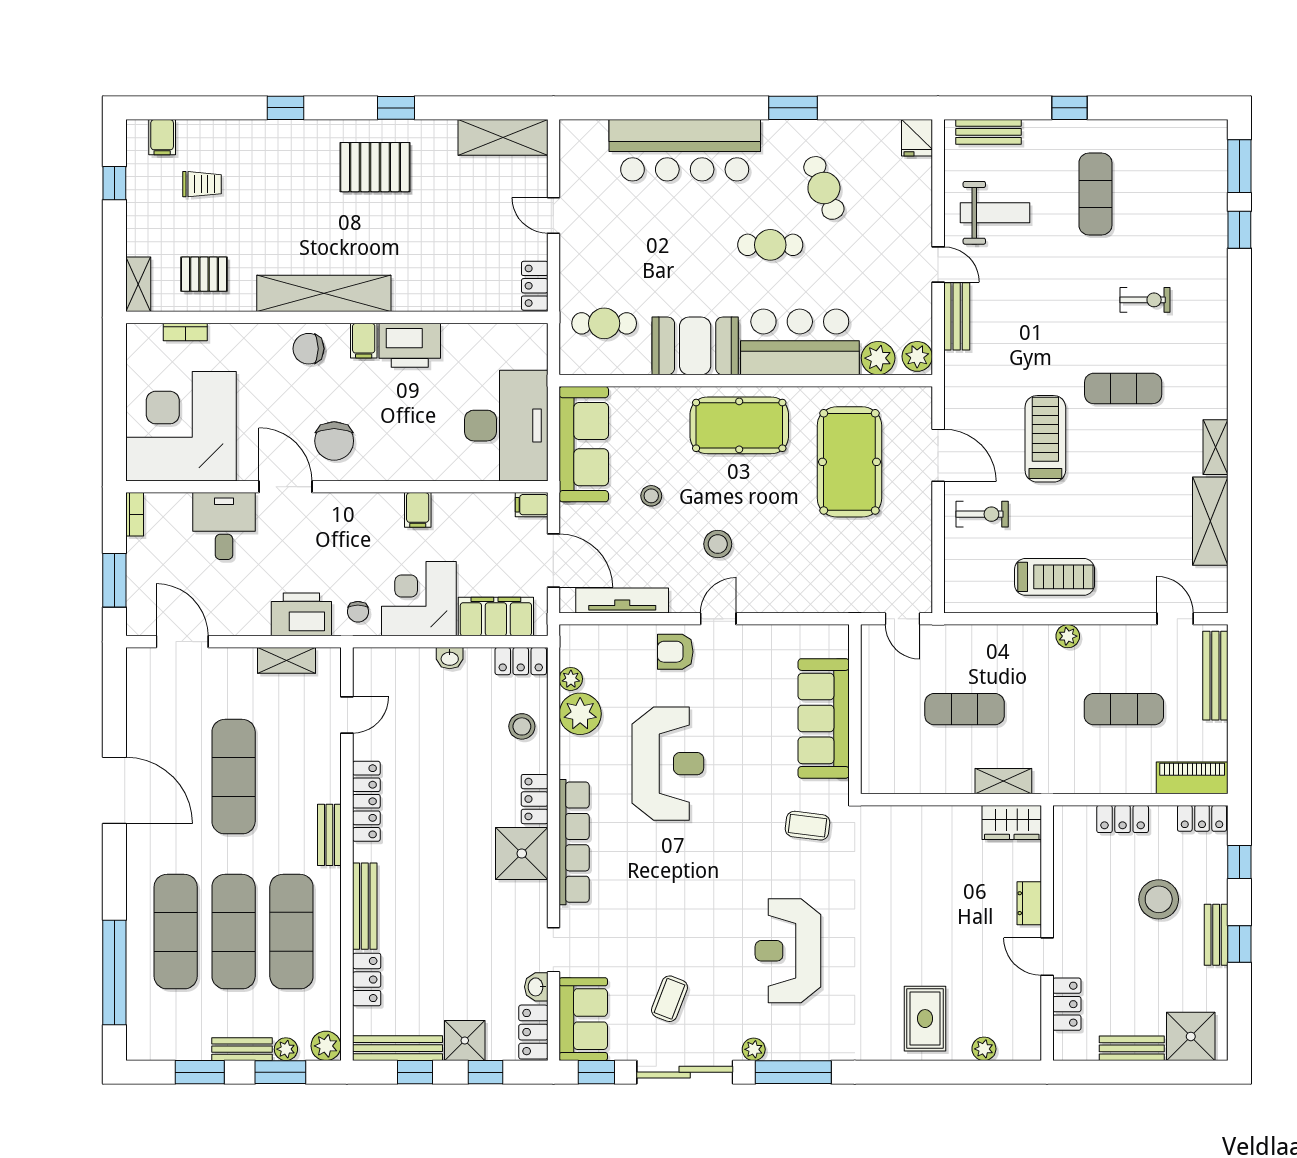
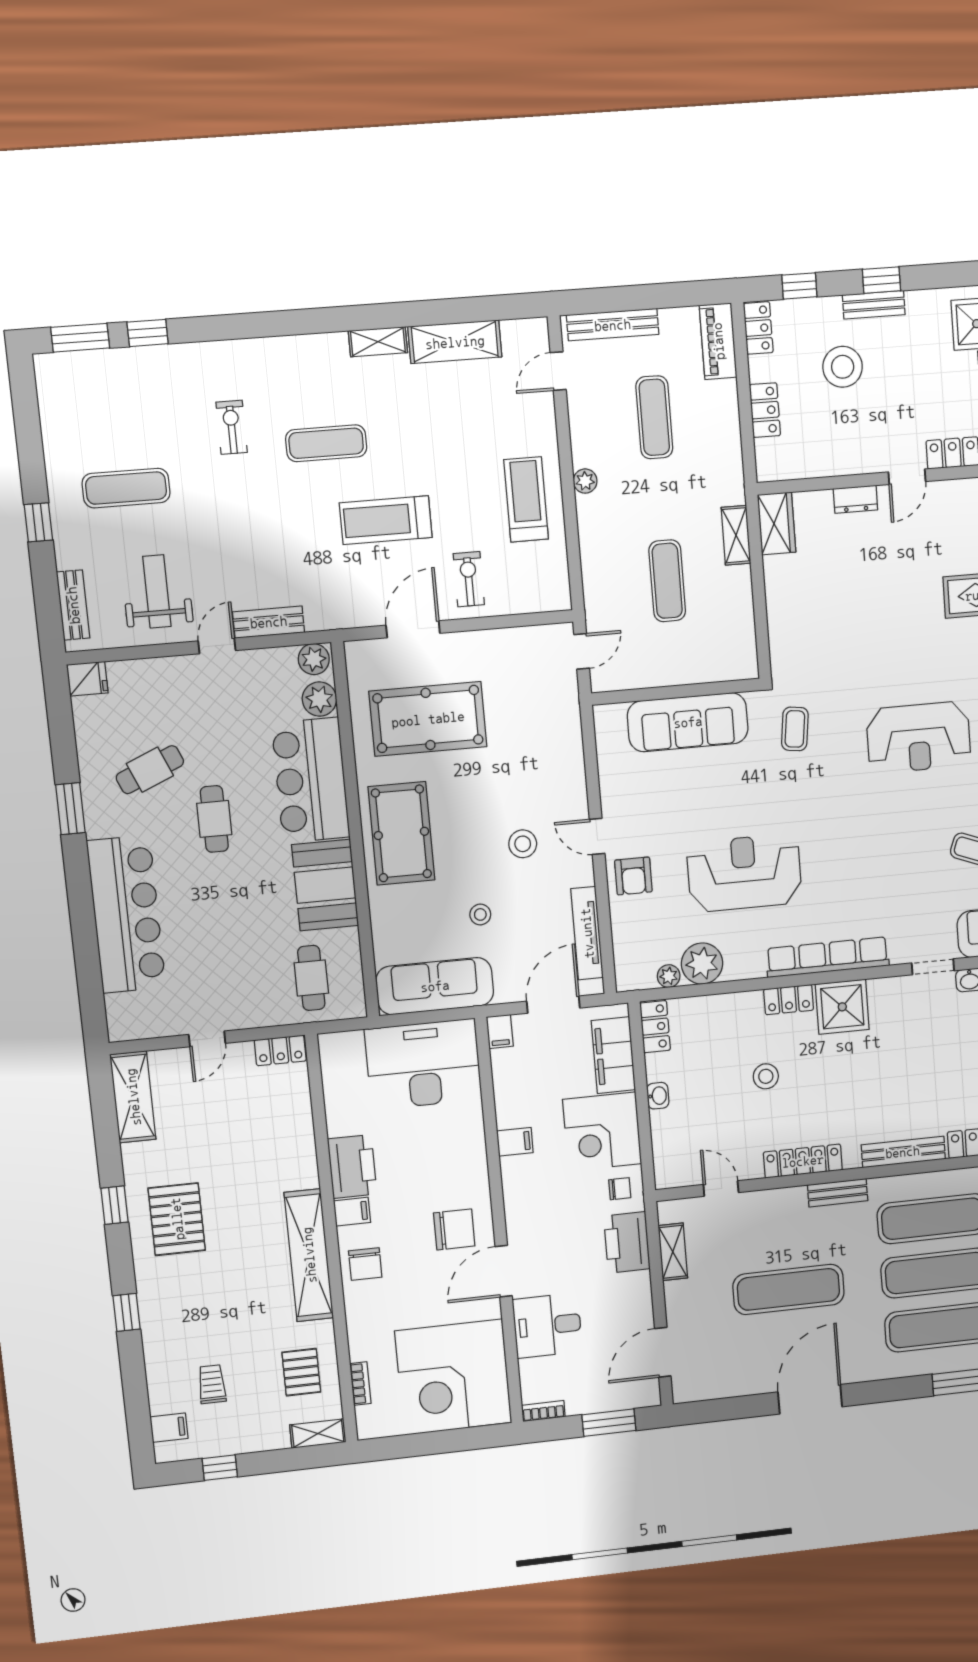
exercise mat: (1123, 388) -> (326, 443), turned 90
stool: (522, 726) -> (766, 1076), moved

